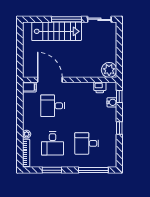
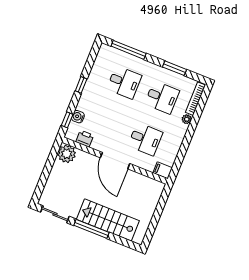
door: (50, 80) -> (115, 161), moved
desk: (53, 143) -> (162, 97), turned 90

